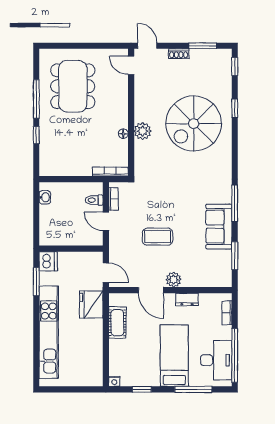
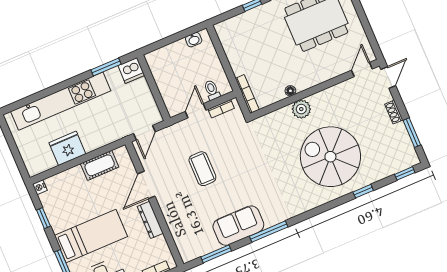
plant: (174, 280) -> (166, 203), removed
dresser: (187, 299) -> (150, 220), width x1.44
fridge: (91, 305) -> (67, 148), moved

